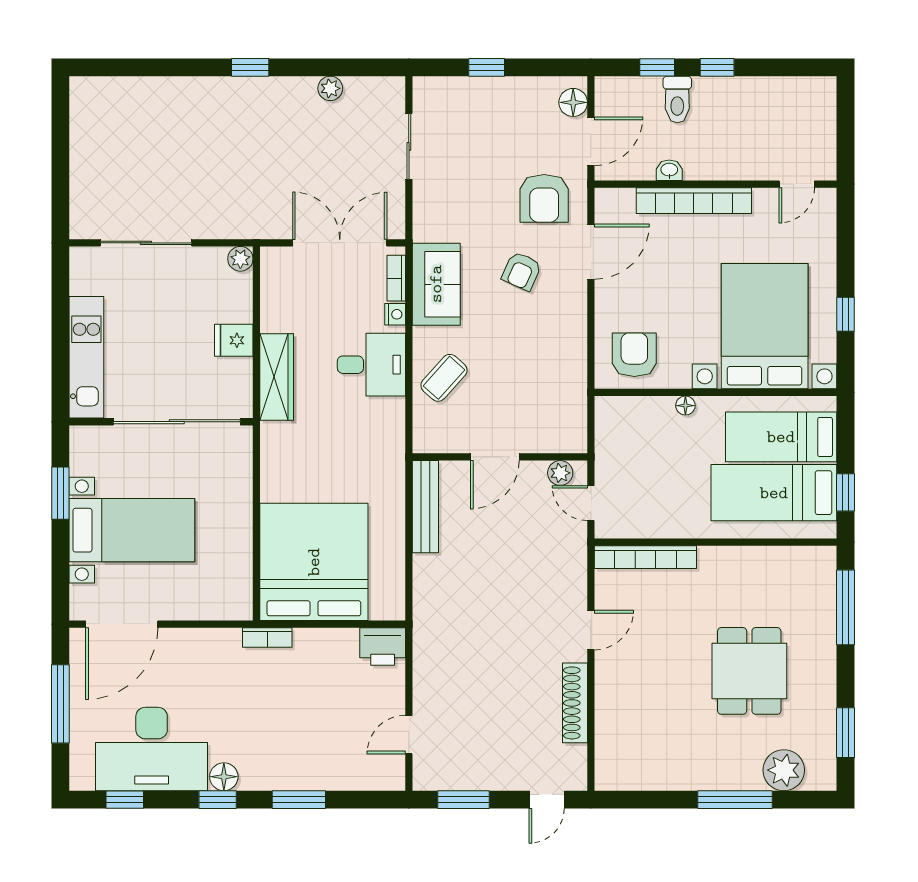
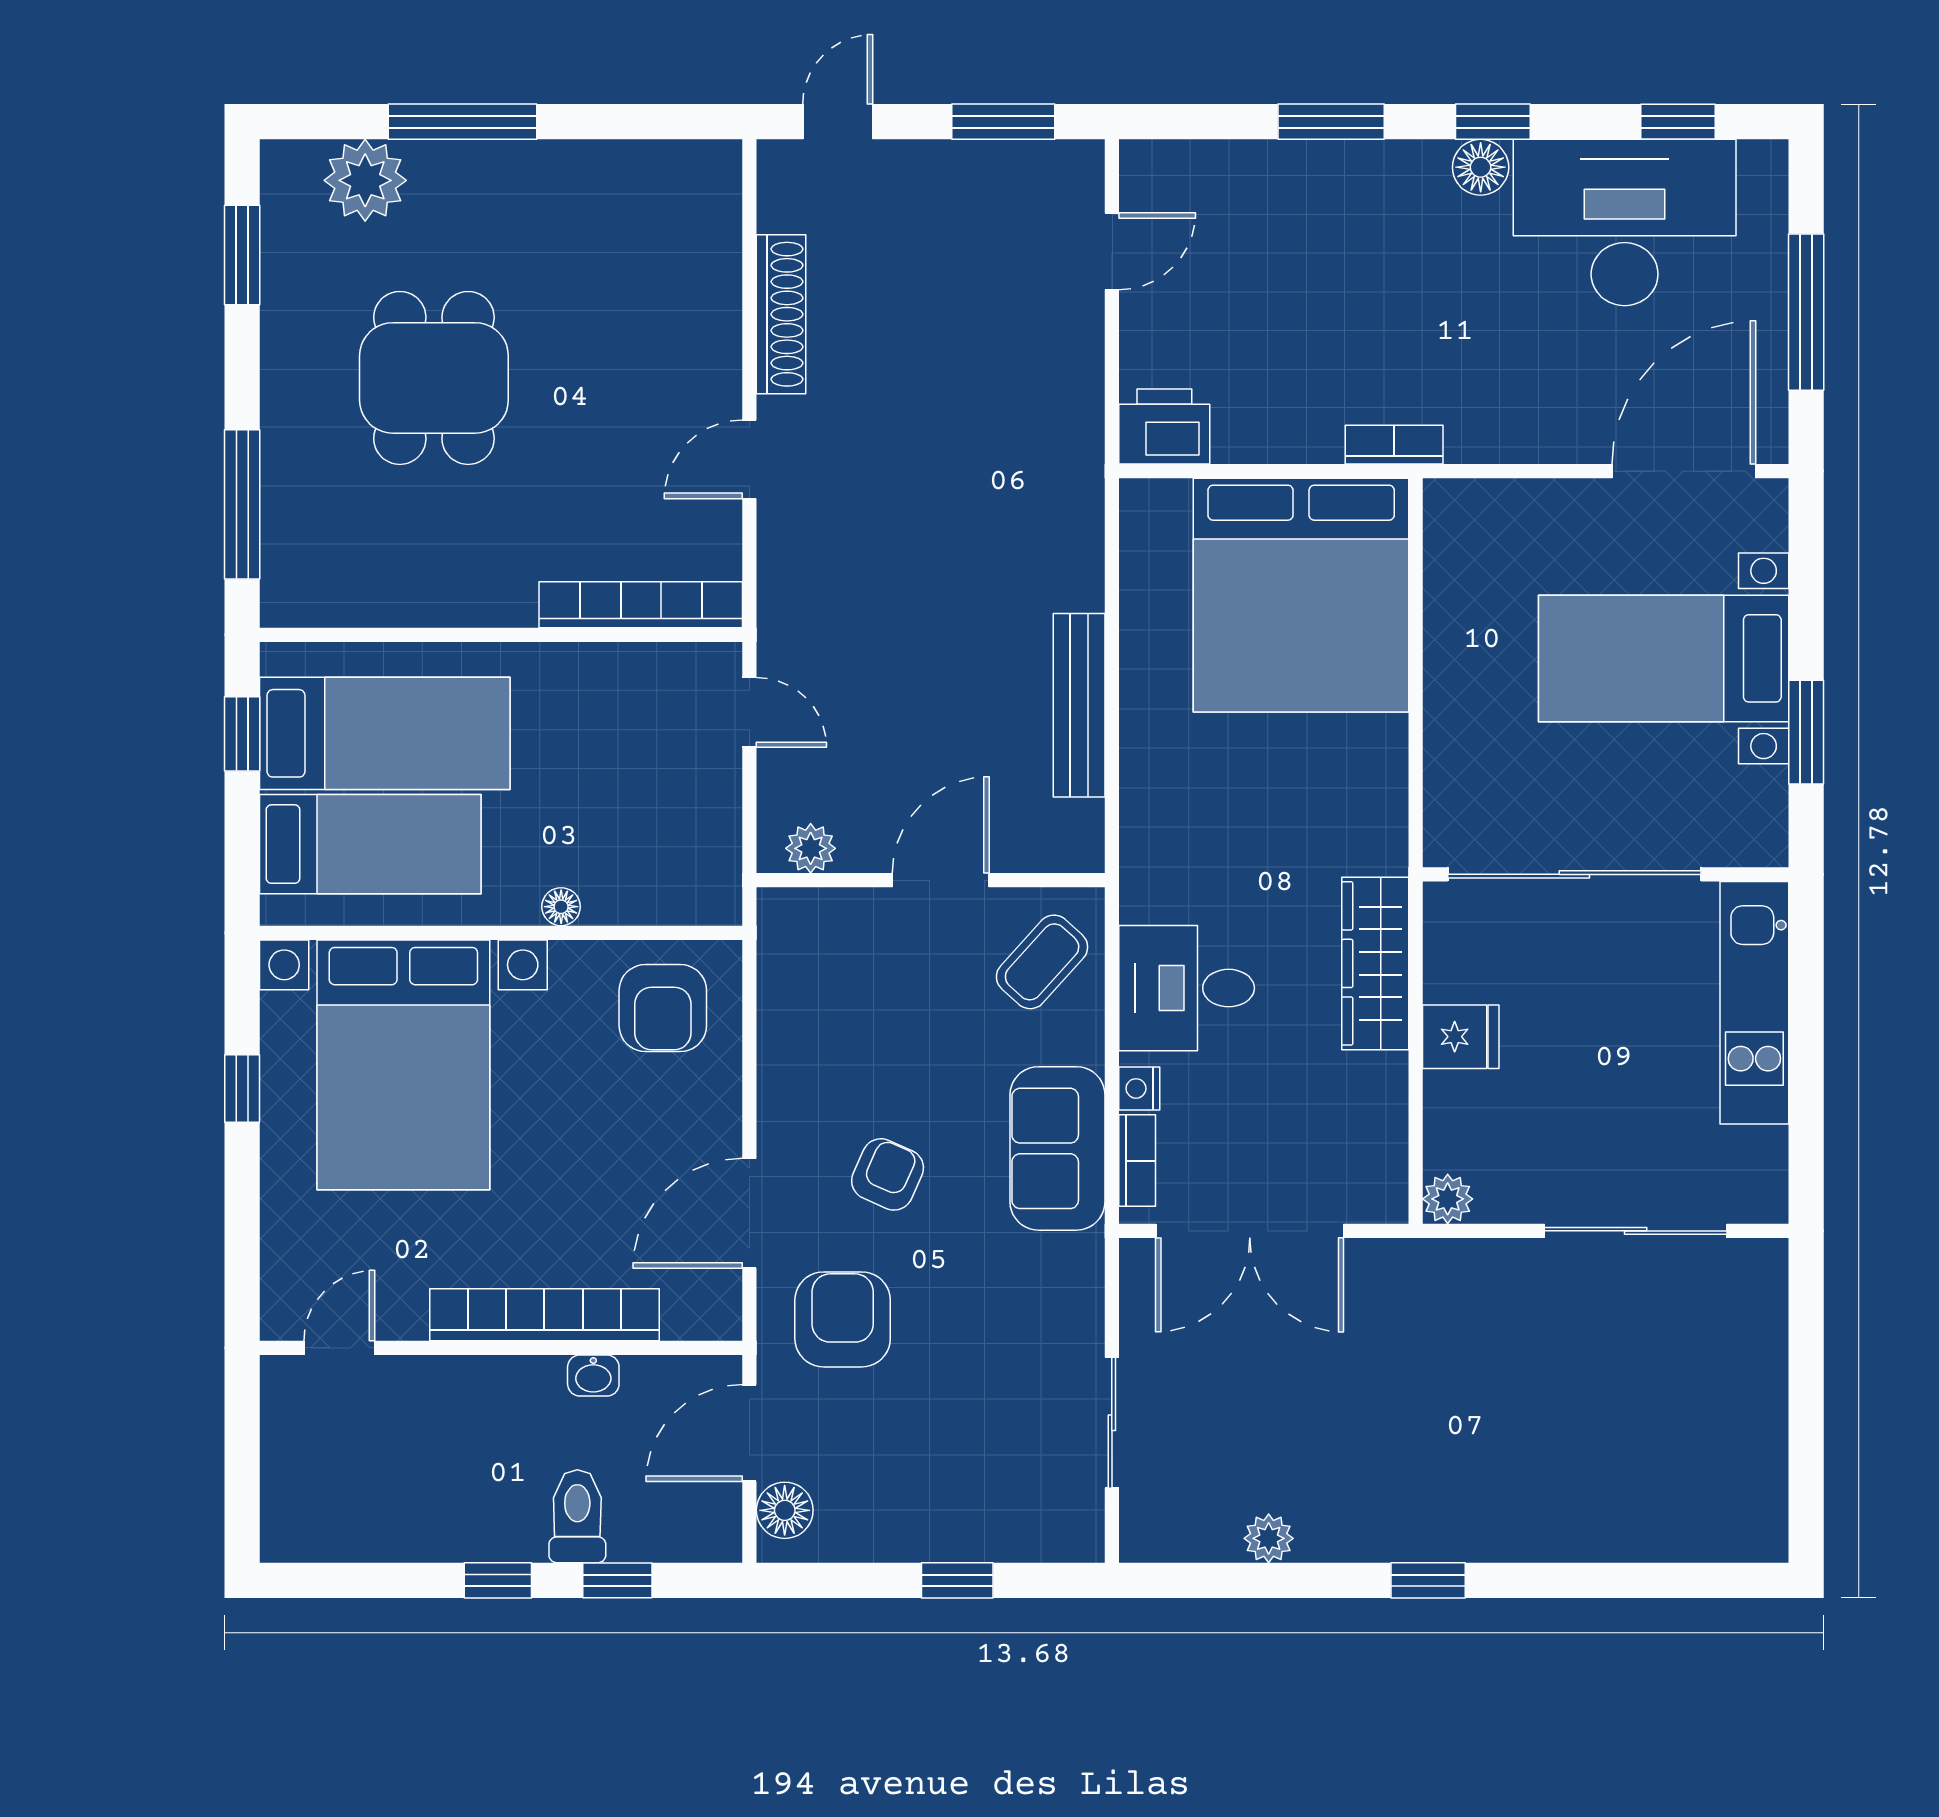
door: (495, 457) -> (941, 880), moved
wall: (500, 457) -> (931, 880), moved
plant: (560, 473) -> (811, 848), moved

